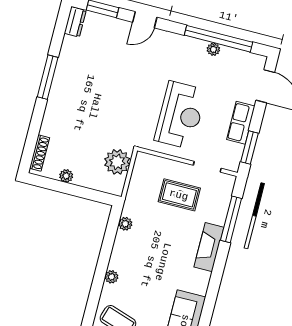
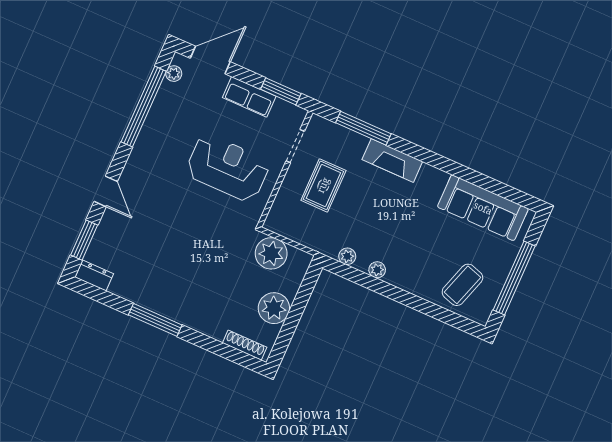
plant: (213, 49) -> (174, 74), moved
plant: (66, 176) -> (274, 308), width x1.88, depth x1.88
plant: (111, 277) -> (377, 270), moved

